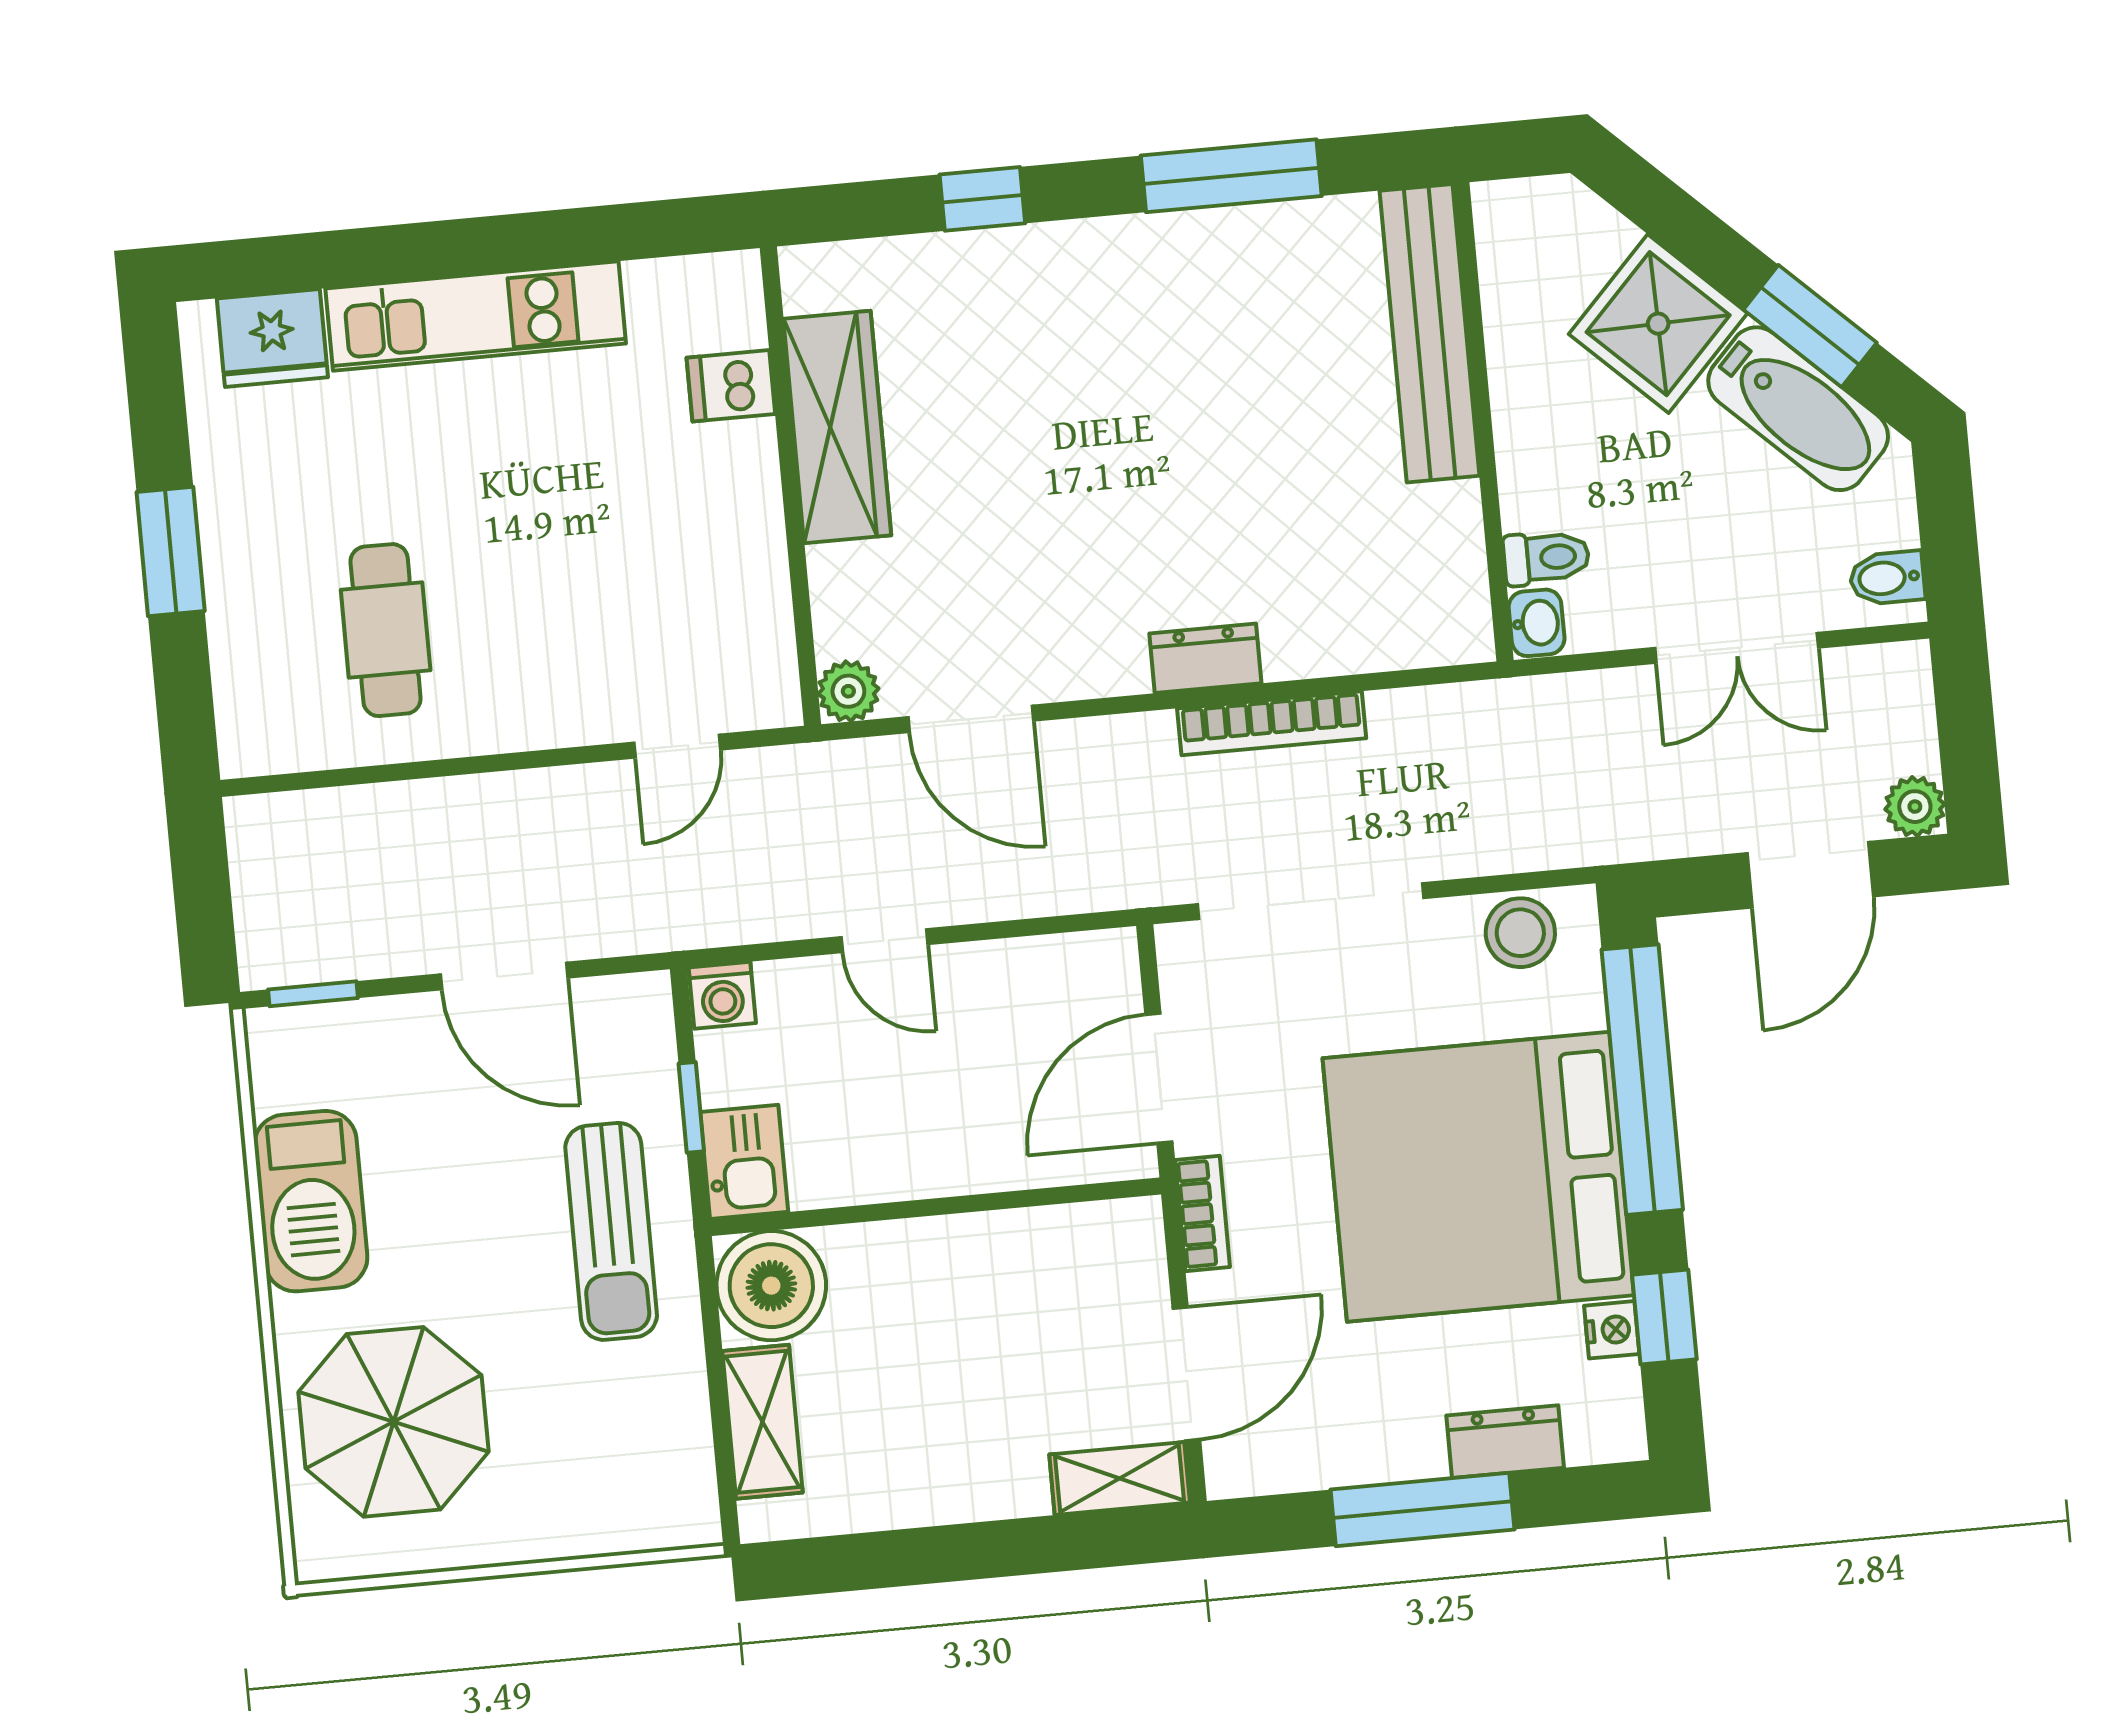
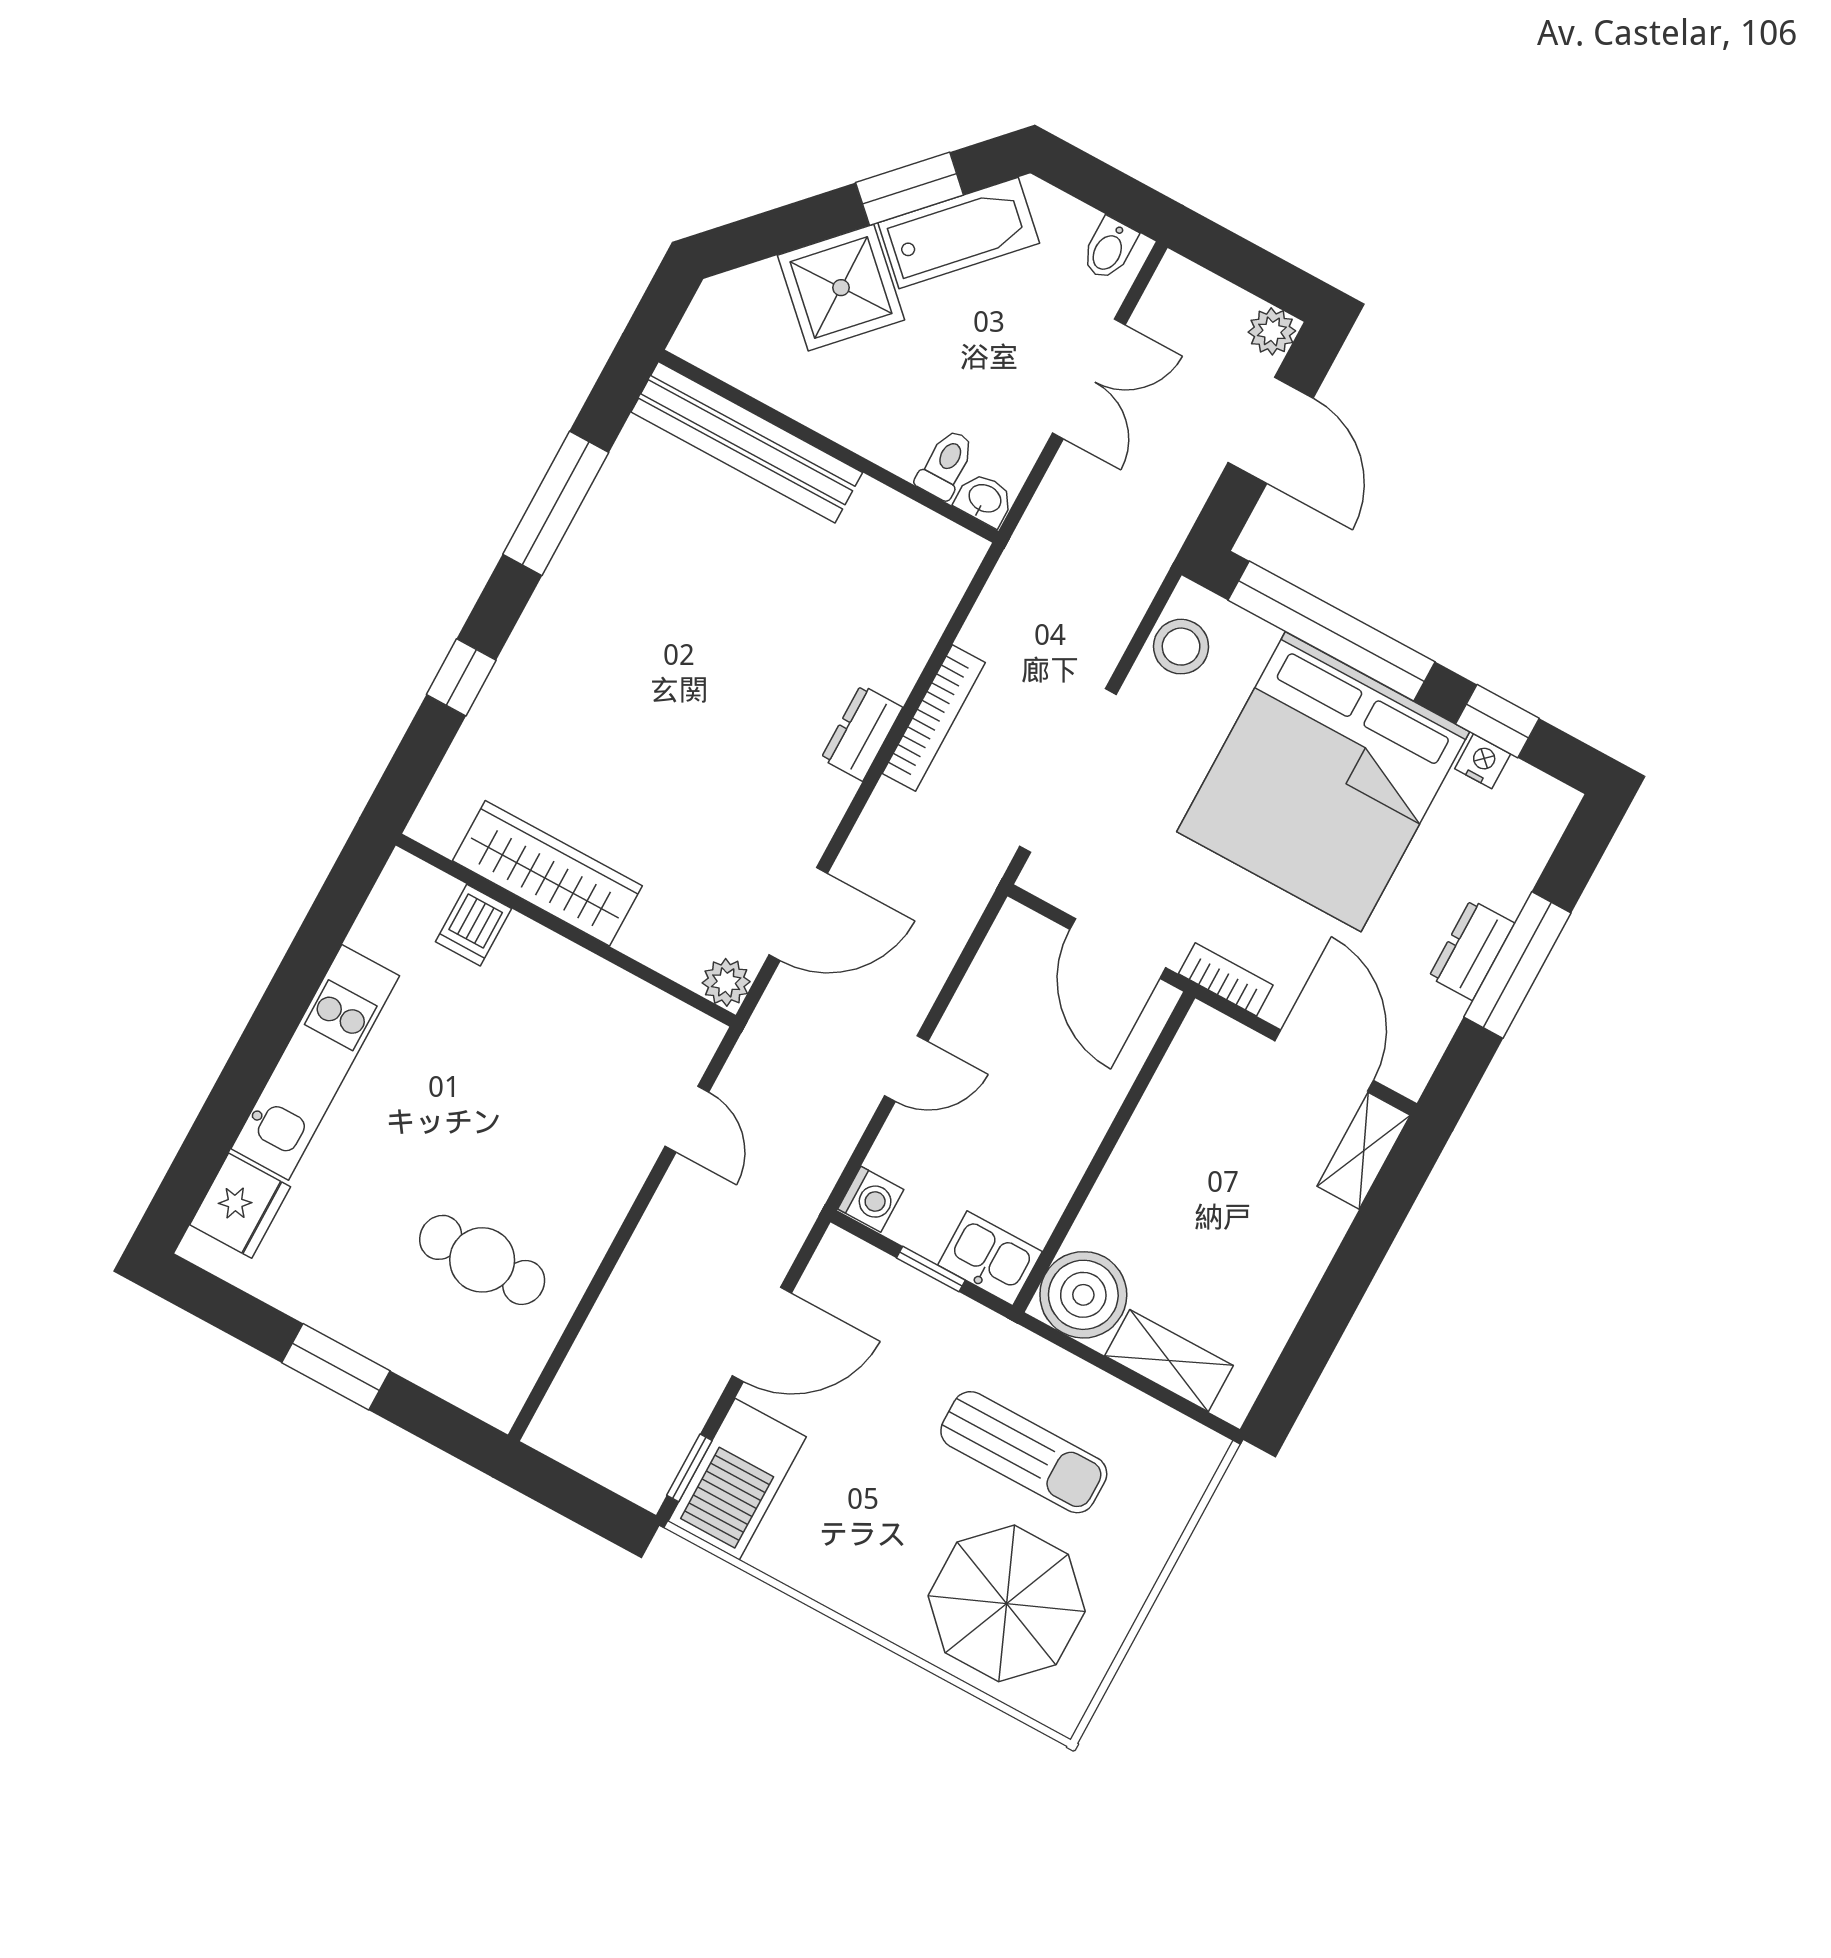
barbecue: (311, 1201) -> (737, 1479), moved, turned 90
sun lounger: (611, 1231) -> (1024, 1452), moved
dresser: (1505, 1442) -> (1472, 950), moved

